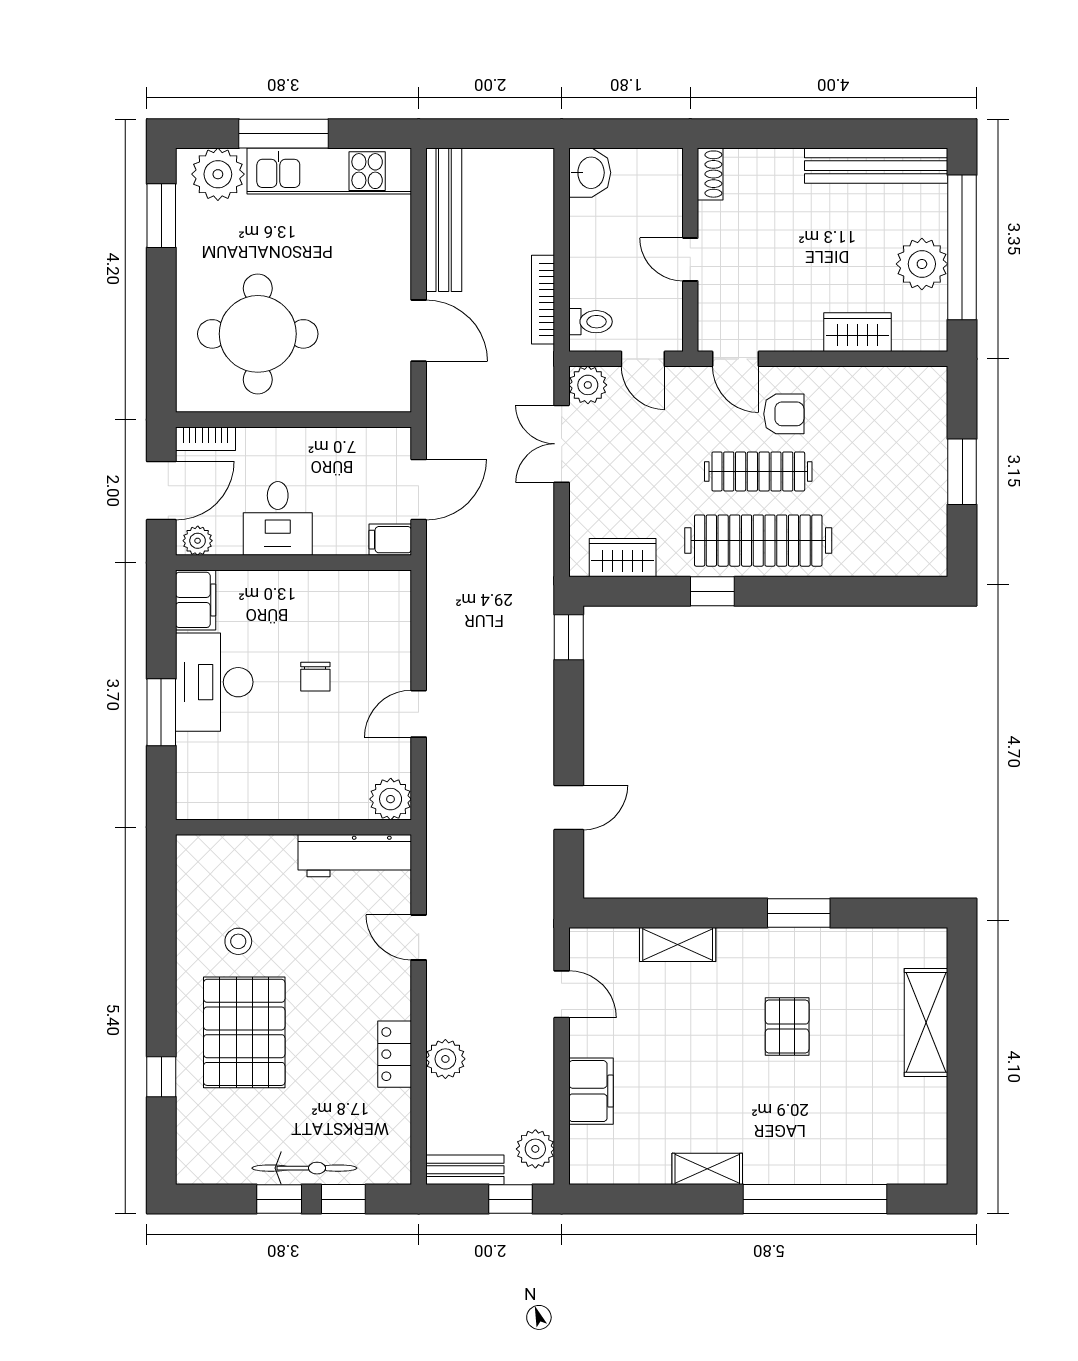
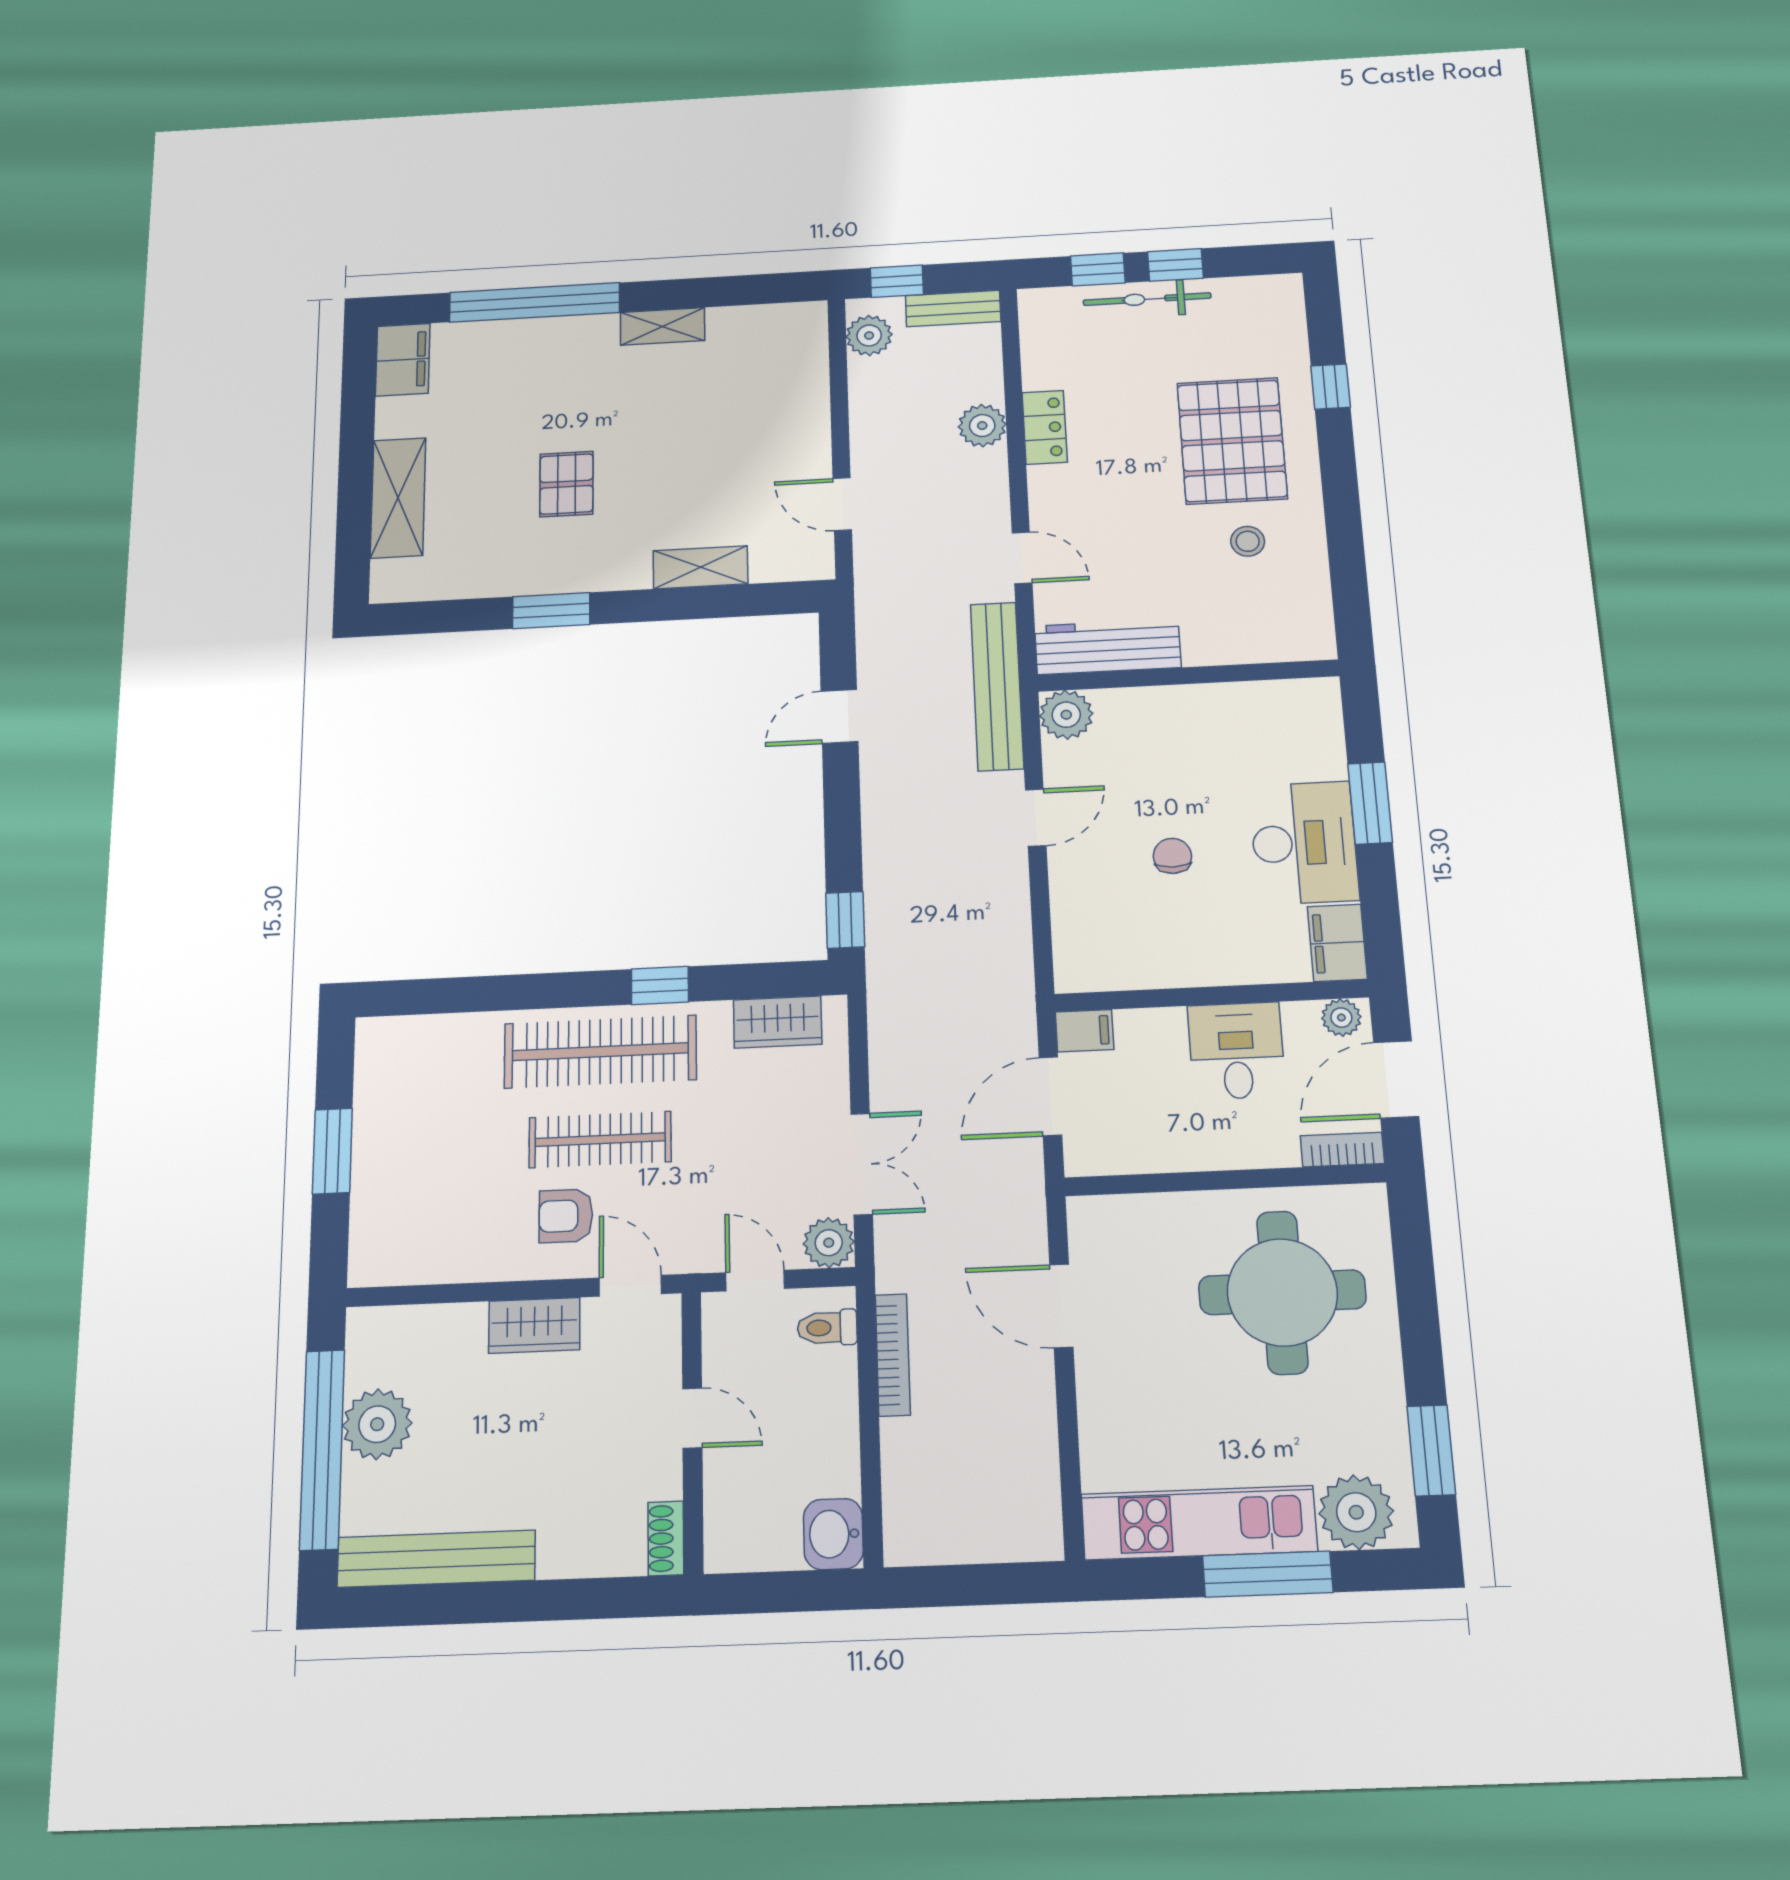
bench: (444, 220) -> (997, 686), moved
wardrobe: (858, 332) -> (534, 1325), moved
filing cabinet: (591, 1091) -> (403, 360), moved, turned 180

